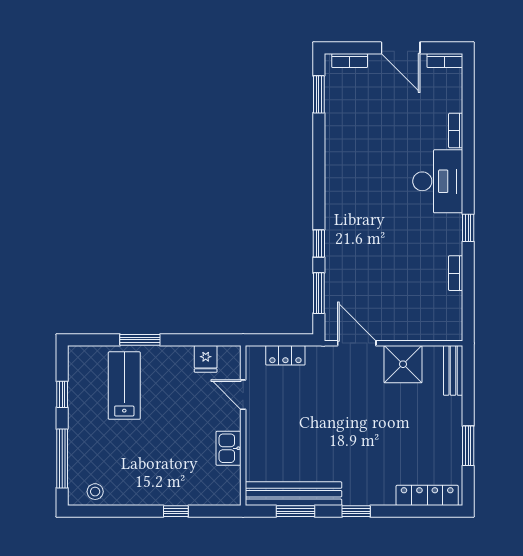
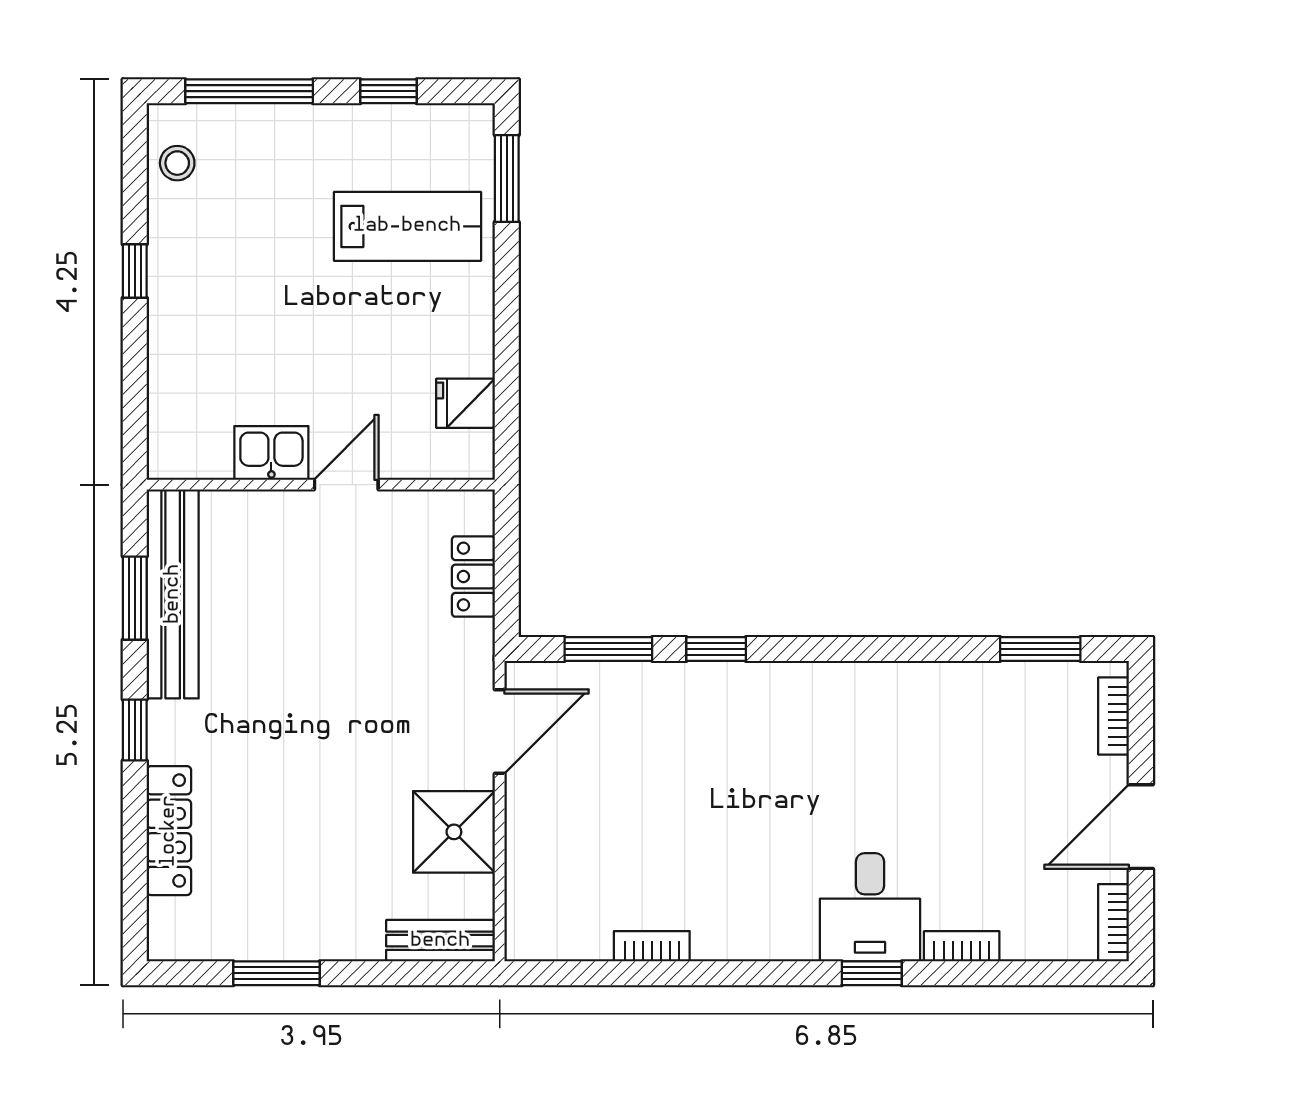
desk: (438, 181) -> (870, 907), width x0.73
window: (468, 228) -> (872, 973), moved
window: (140, 340) -> (507, 179), moved
door: (243, 395) -> (346, 485), moved
locker: (427, 495) -> (169, 831), moved
window: (176, 511) -> (135, 271), moved

